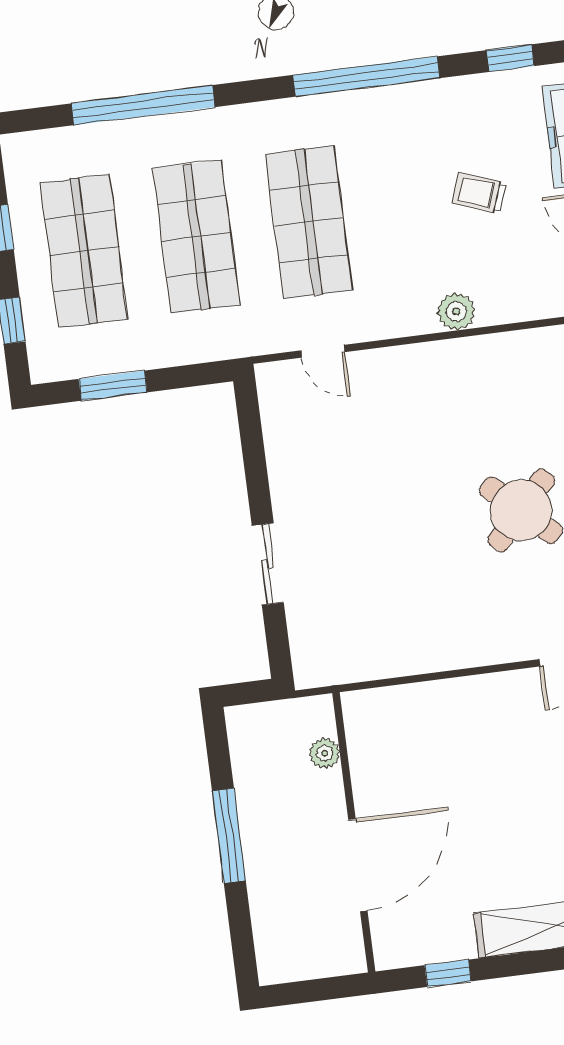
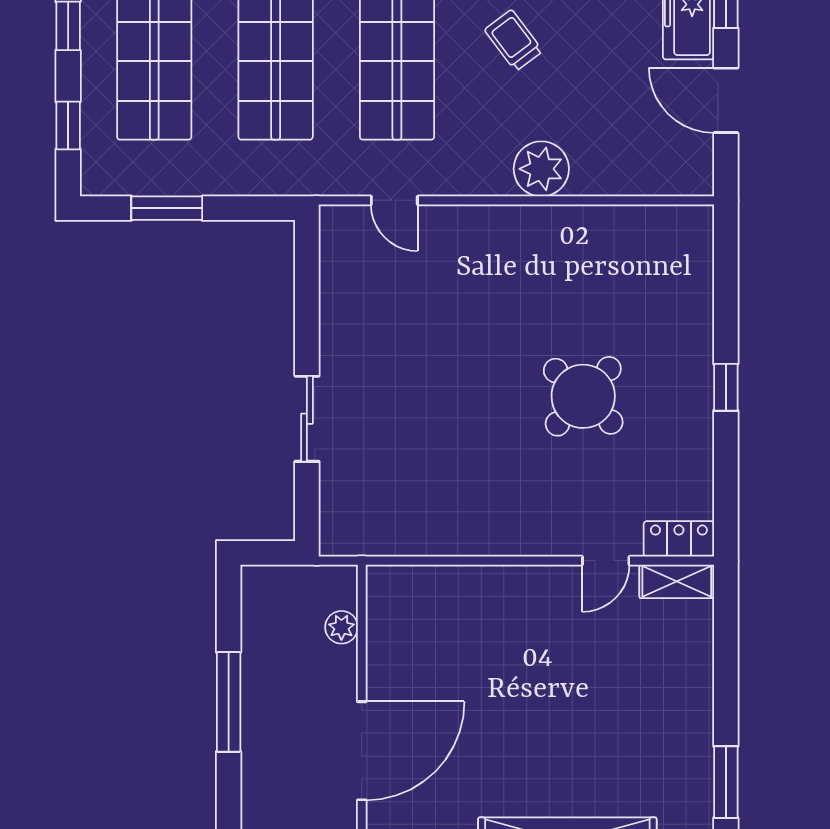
trolley: (479, 193) -> (514, 40), moved, turned 33
plant: (456, 311) -> (541, 169), width x1.36, depth x1.36

